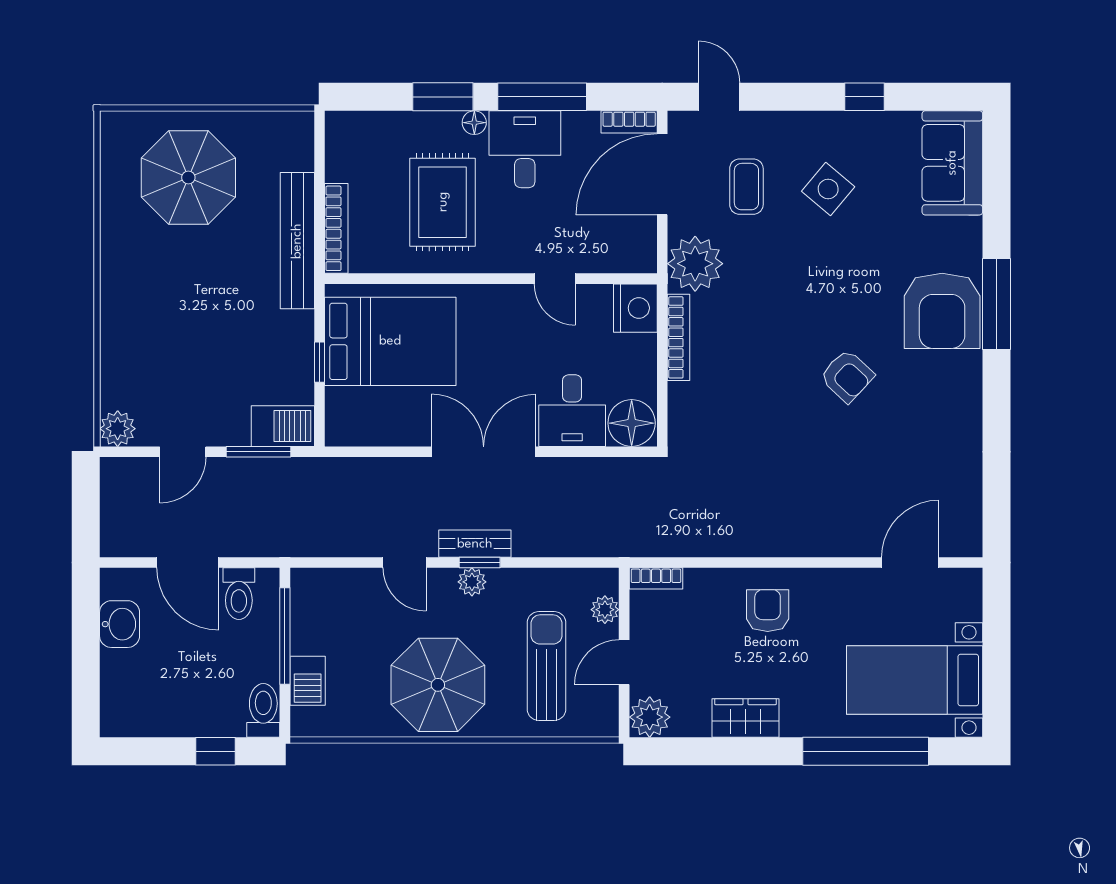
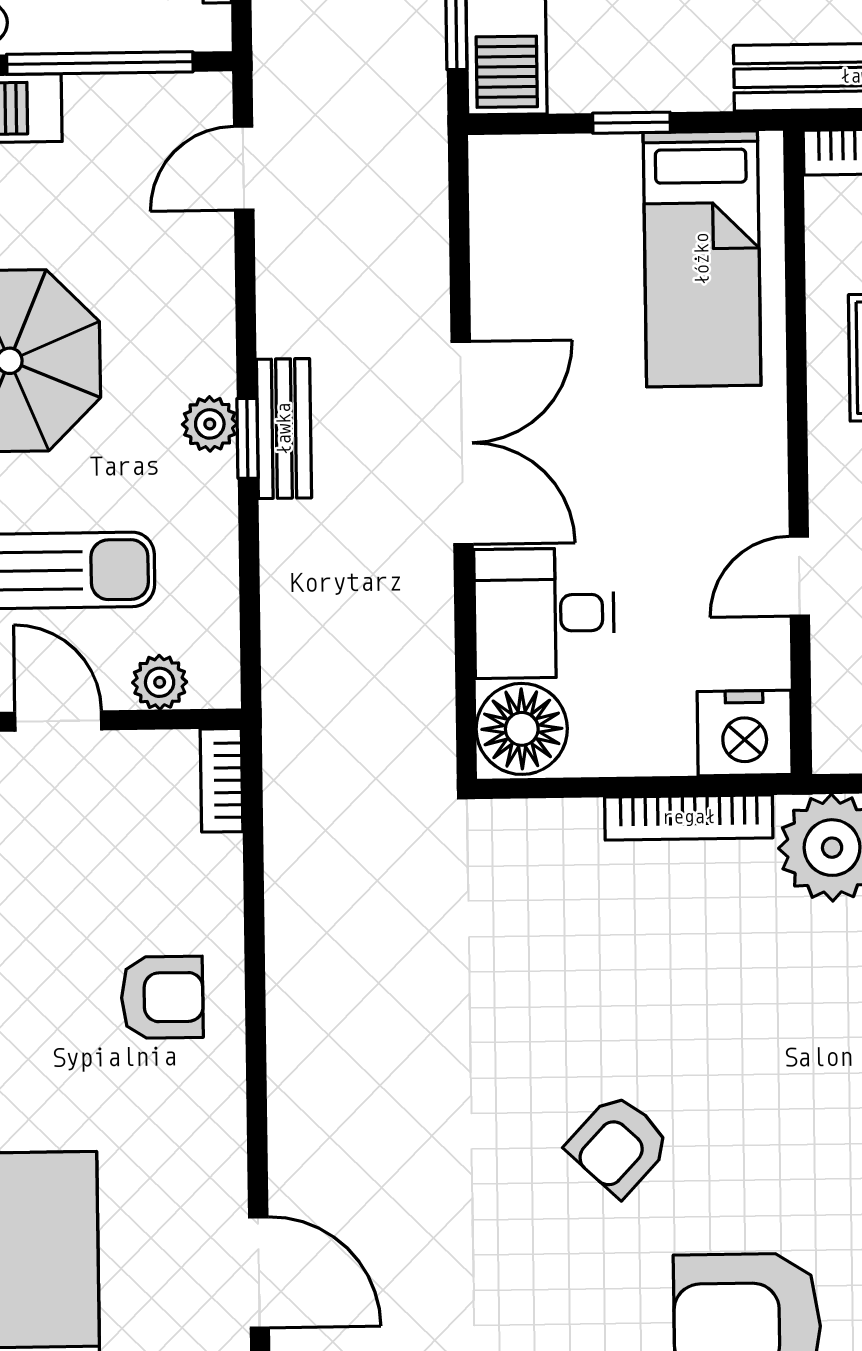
bed: (390, 341) -> (702, 259), width x0.67
door: (405, 563) -> (244, 168), moved

